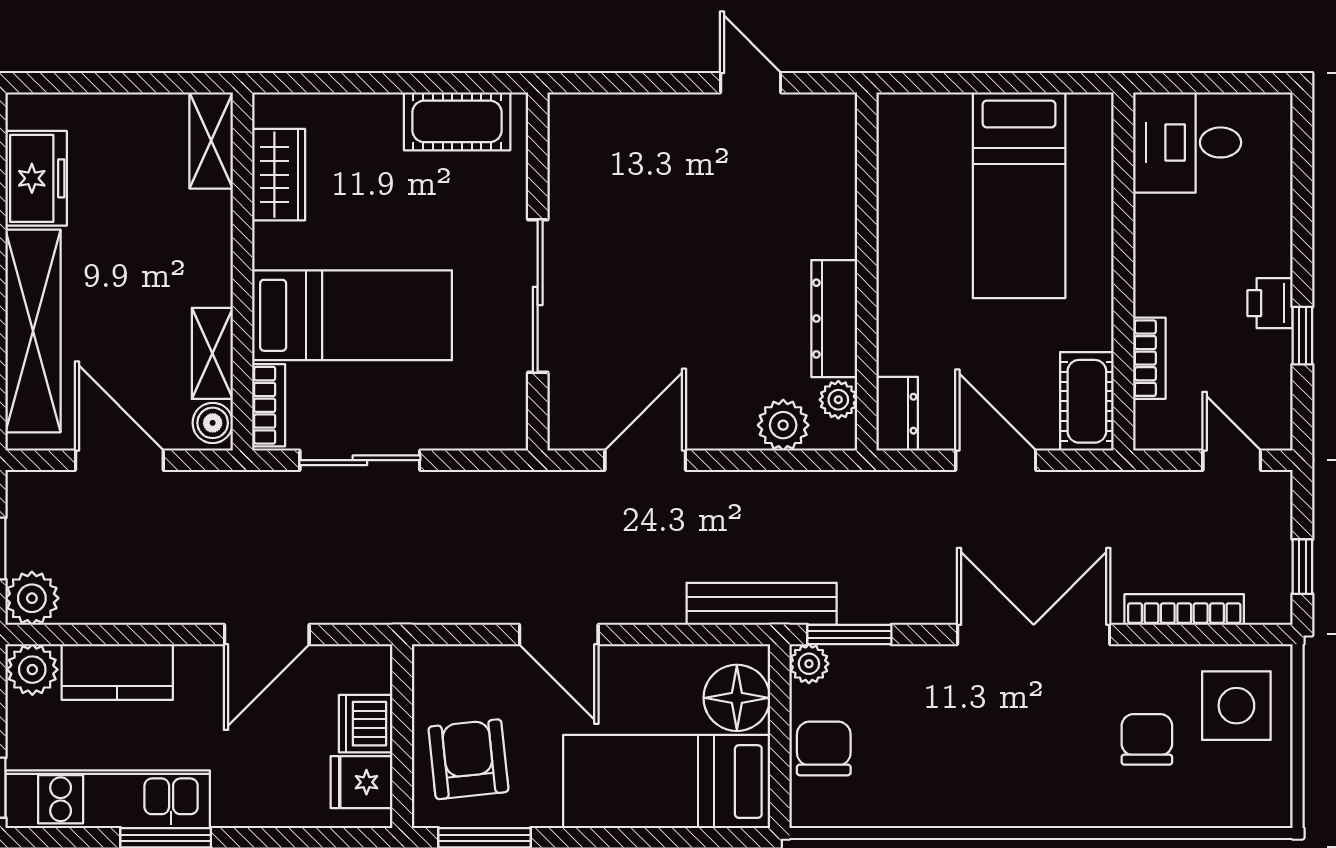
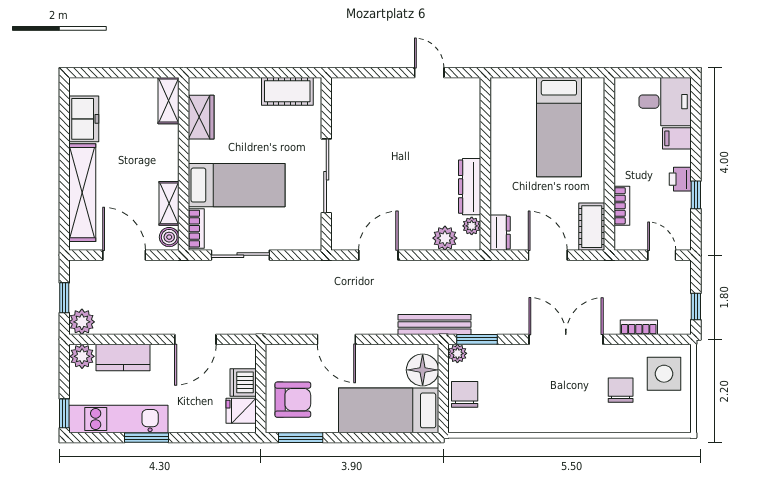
desk: (1187, 142) -> (665, 102), moved, turned 180
filing cabinet: (1263, 219) -> (677, 138), added
bookcase: (1184, 610) -> (639, 327), width x0.64
armchair: (468, 759) -> (293, 400), turned 96

